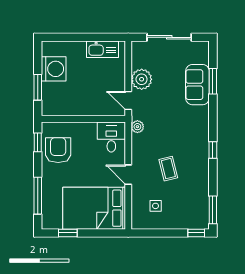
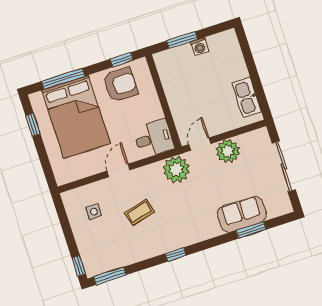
washing machine: (54, 69) -> (200, 47), width x0.53, depth x0.53
plant: (137, 127) -> (176, 169), width x1.88, depth x1.88
bed: (94, 208) -> (76, 117), moved, turned 180

